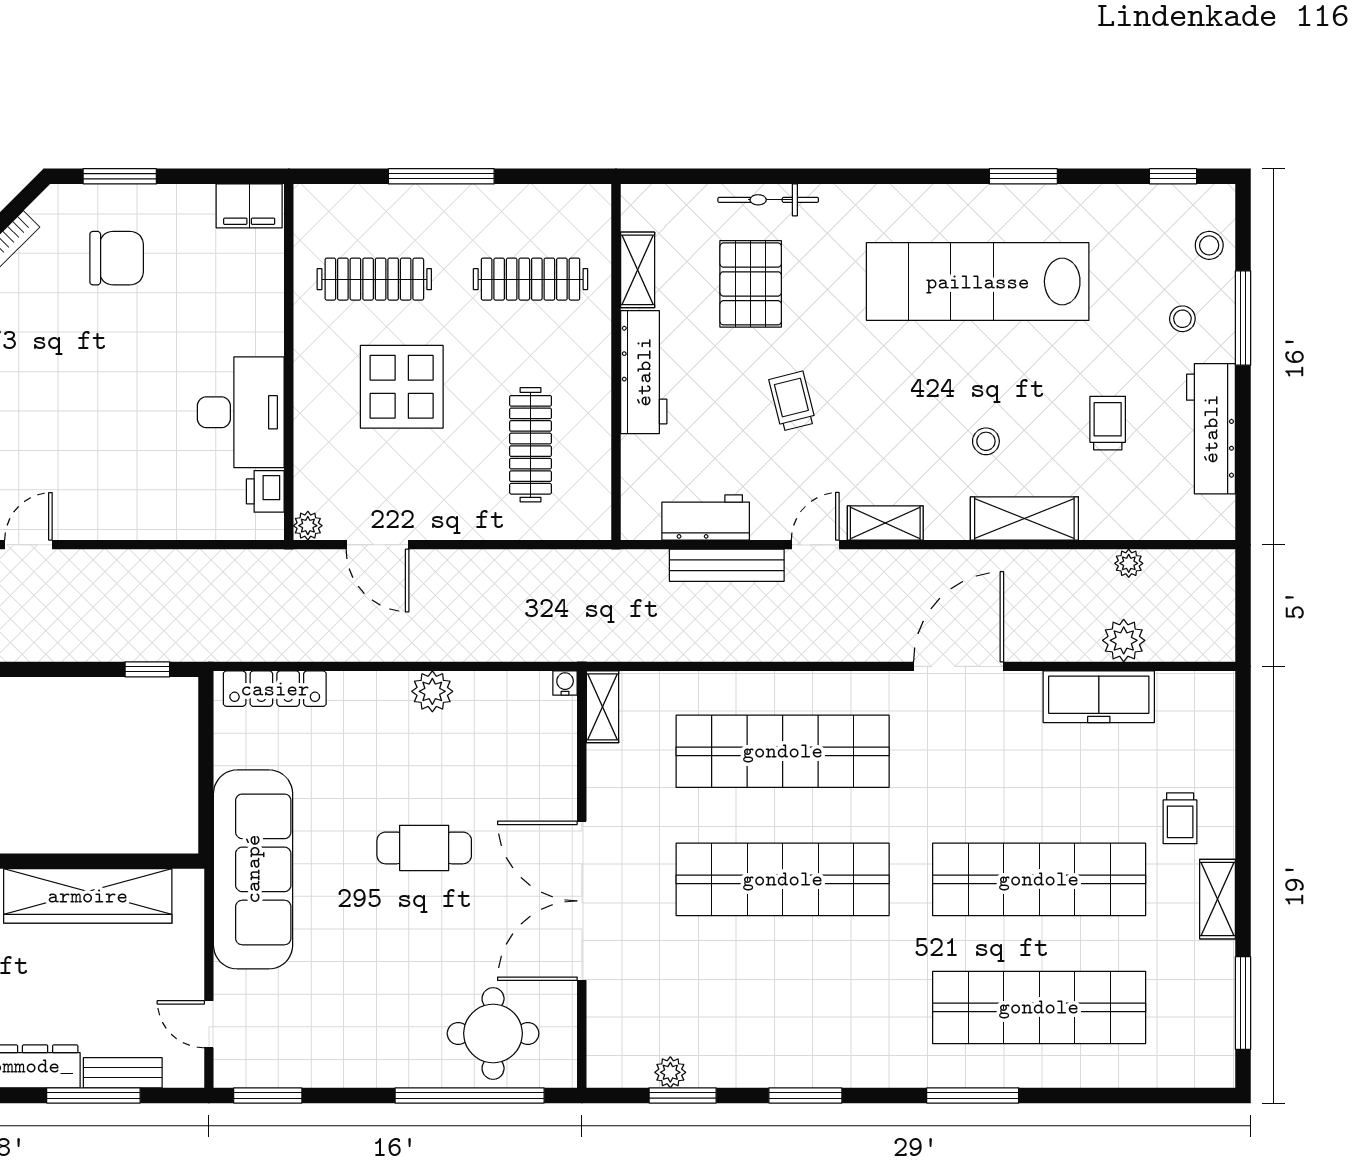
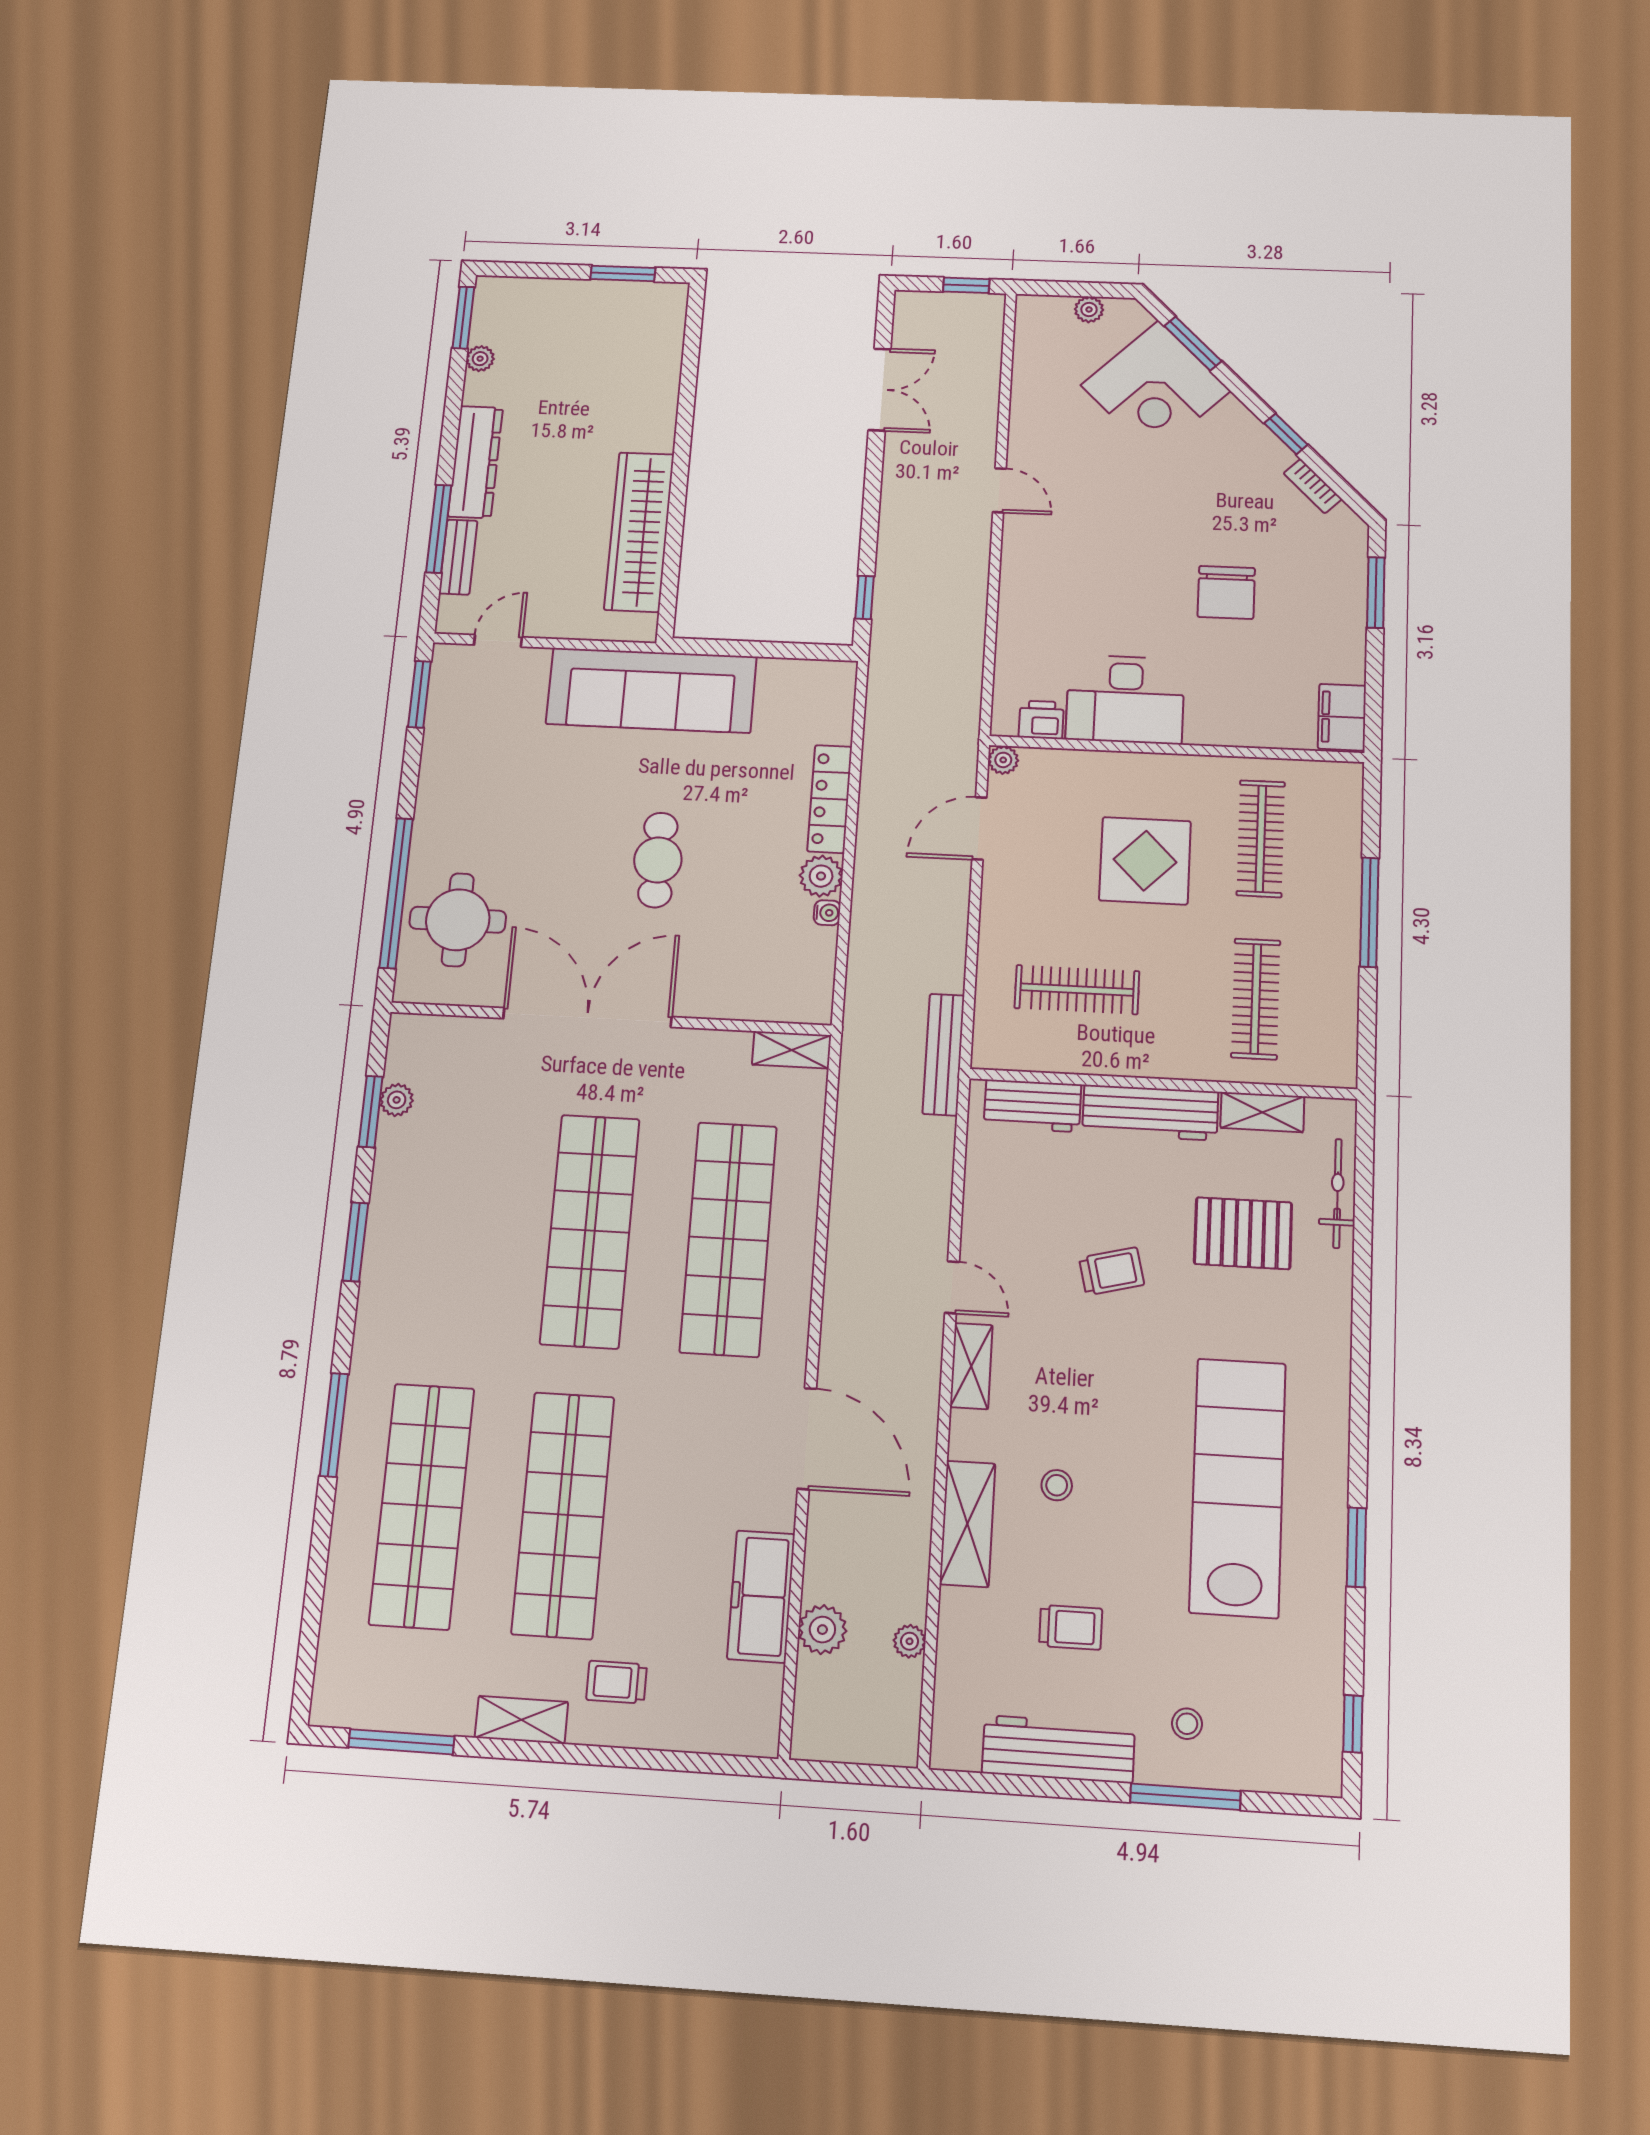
bicycle: (768, 200) -> (1337, 1193), moved
stool: (1209, 245) -> (1271, 1762), removed
chair: (117, 258) -> (1226, 592), moved
workbench: (706, 517) -> (1032, 1106), moved, turned 90
bench: (727, 565) -> (944, 1054), moved
water cooler: (565, 683) -> (827, 913), moved
locker: (275, 689) -> (830, 799), moved

